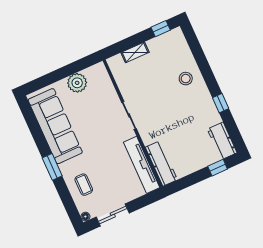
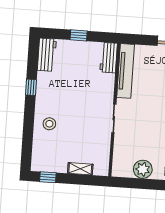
workbench: (161, 163) -> (109, 58), width x0.73
window: (218, 168) -> (79, 35), moved

